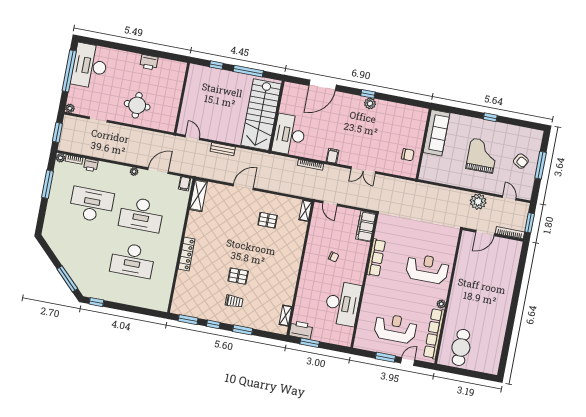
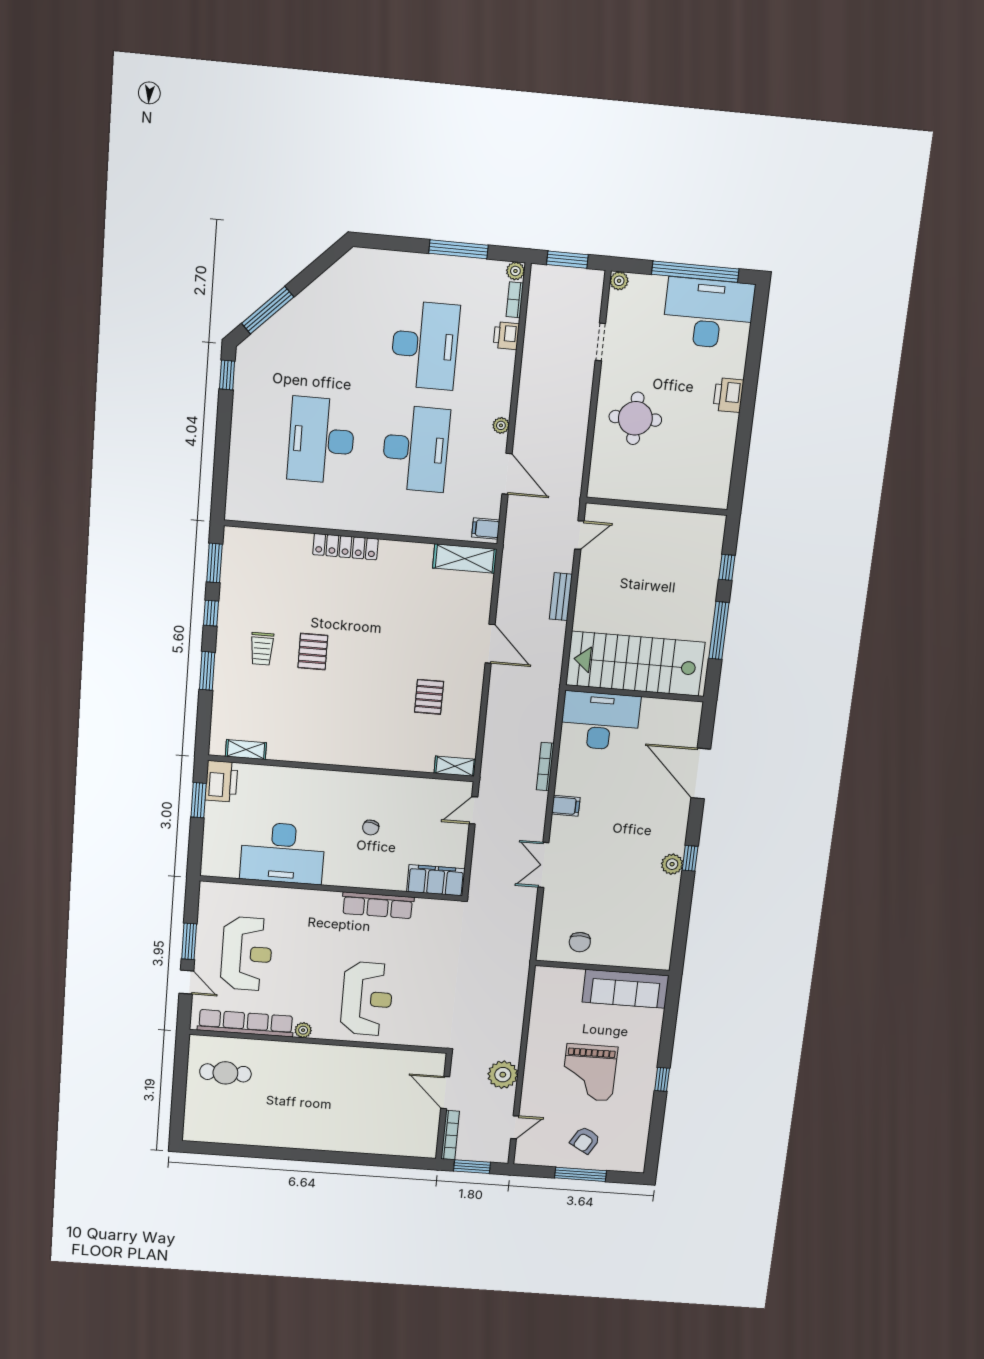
printer: (149, 62) -> (728, 395), moved
grand piano: (482, 156) -> (589, 1073), turned 90
desk: (141, 214) -> (416, 449), turned 180
cafe table: (461, 347) -> (225, 1073), width x0.73, depth x0.74

